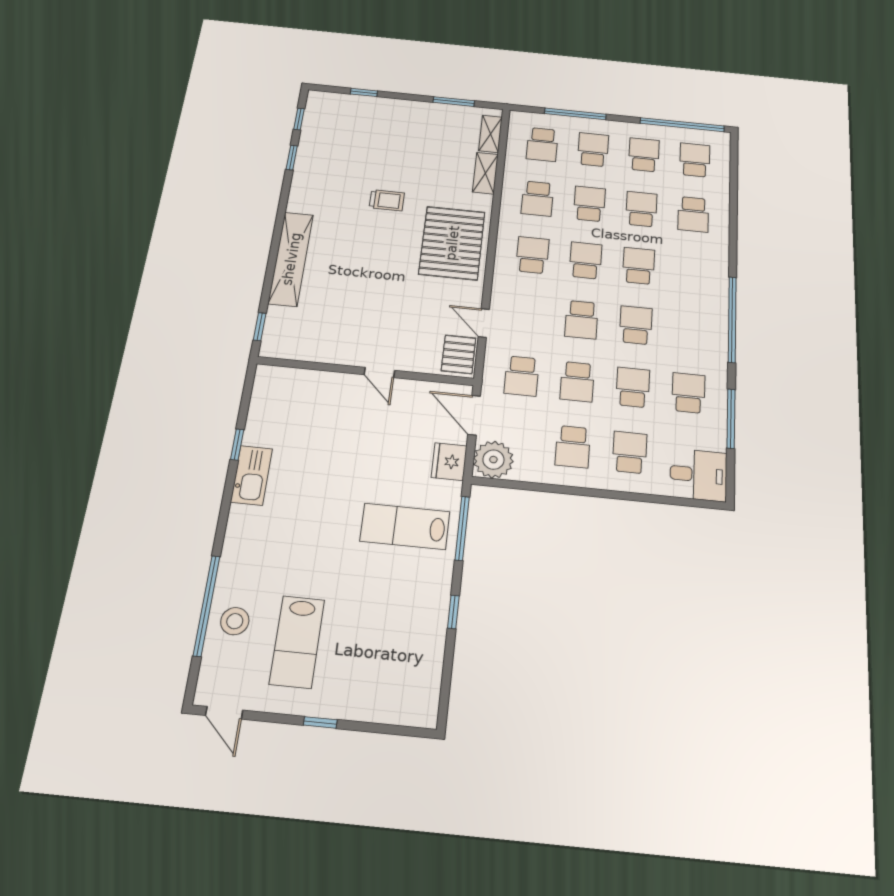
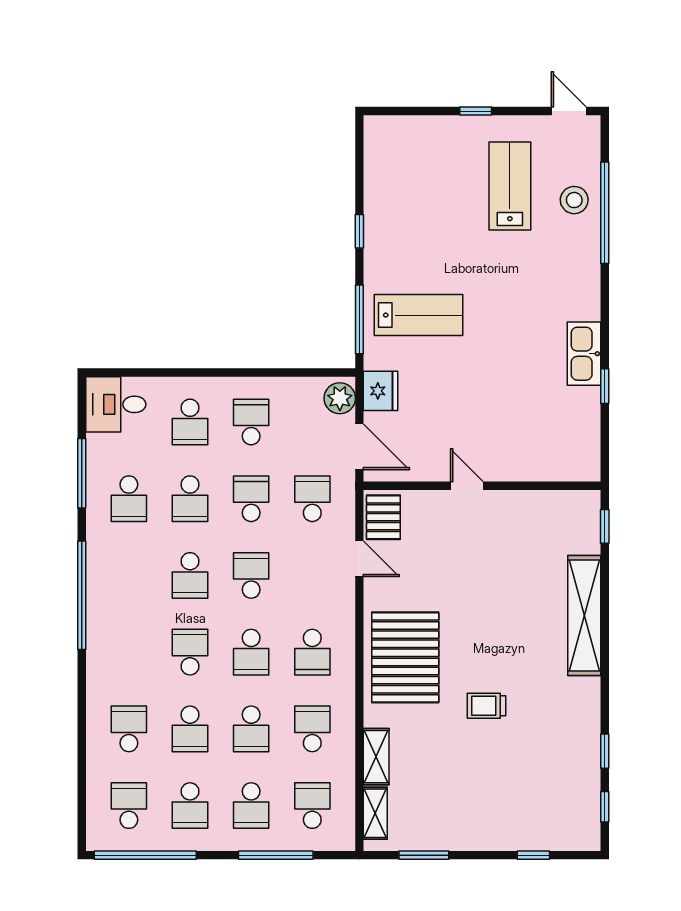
school desk: (695, 160) -> (129, 806), turned 180
school desk: (639, 266) -> (190, 652), turned 180
plant: (493, 460) -> (340, 398), width x0.73, depth x0.73

